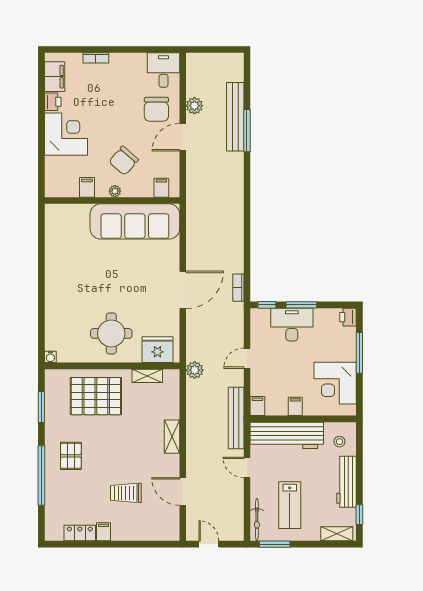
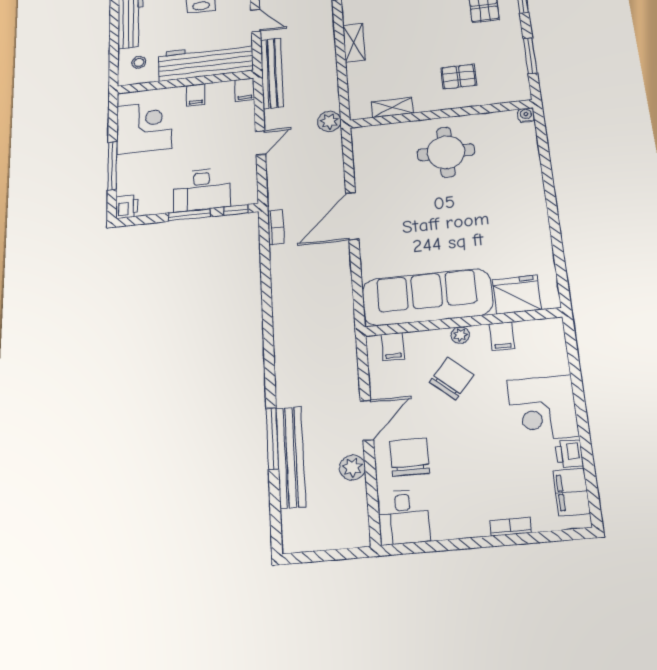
fridge: (158, 350) -> (517, 295), moved, turned 180
pallet: (96, 396) -> (459, 77), width x0.49, depth x0.50

